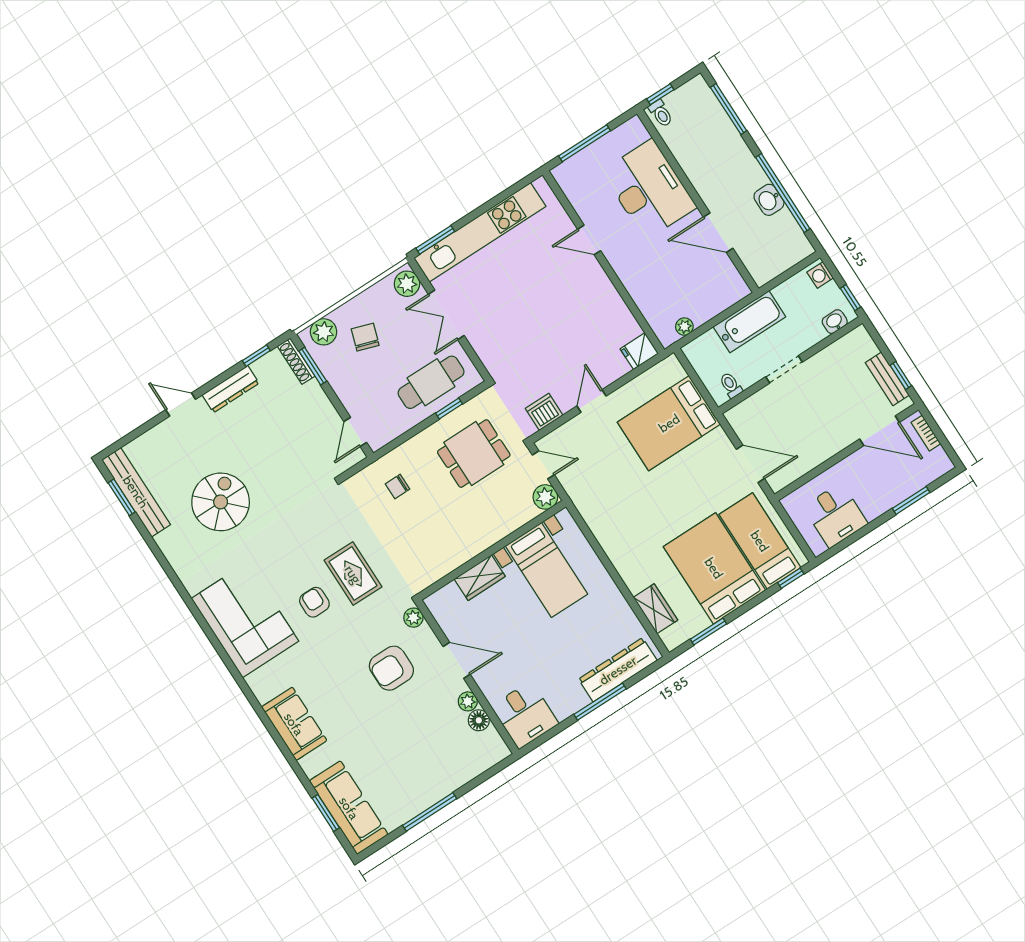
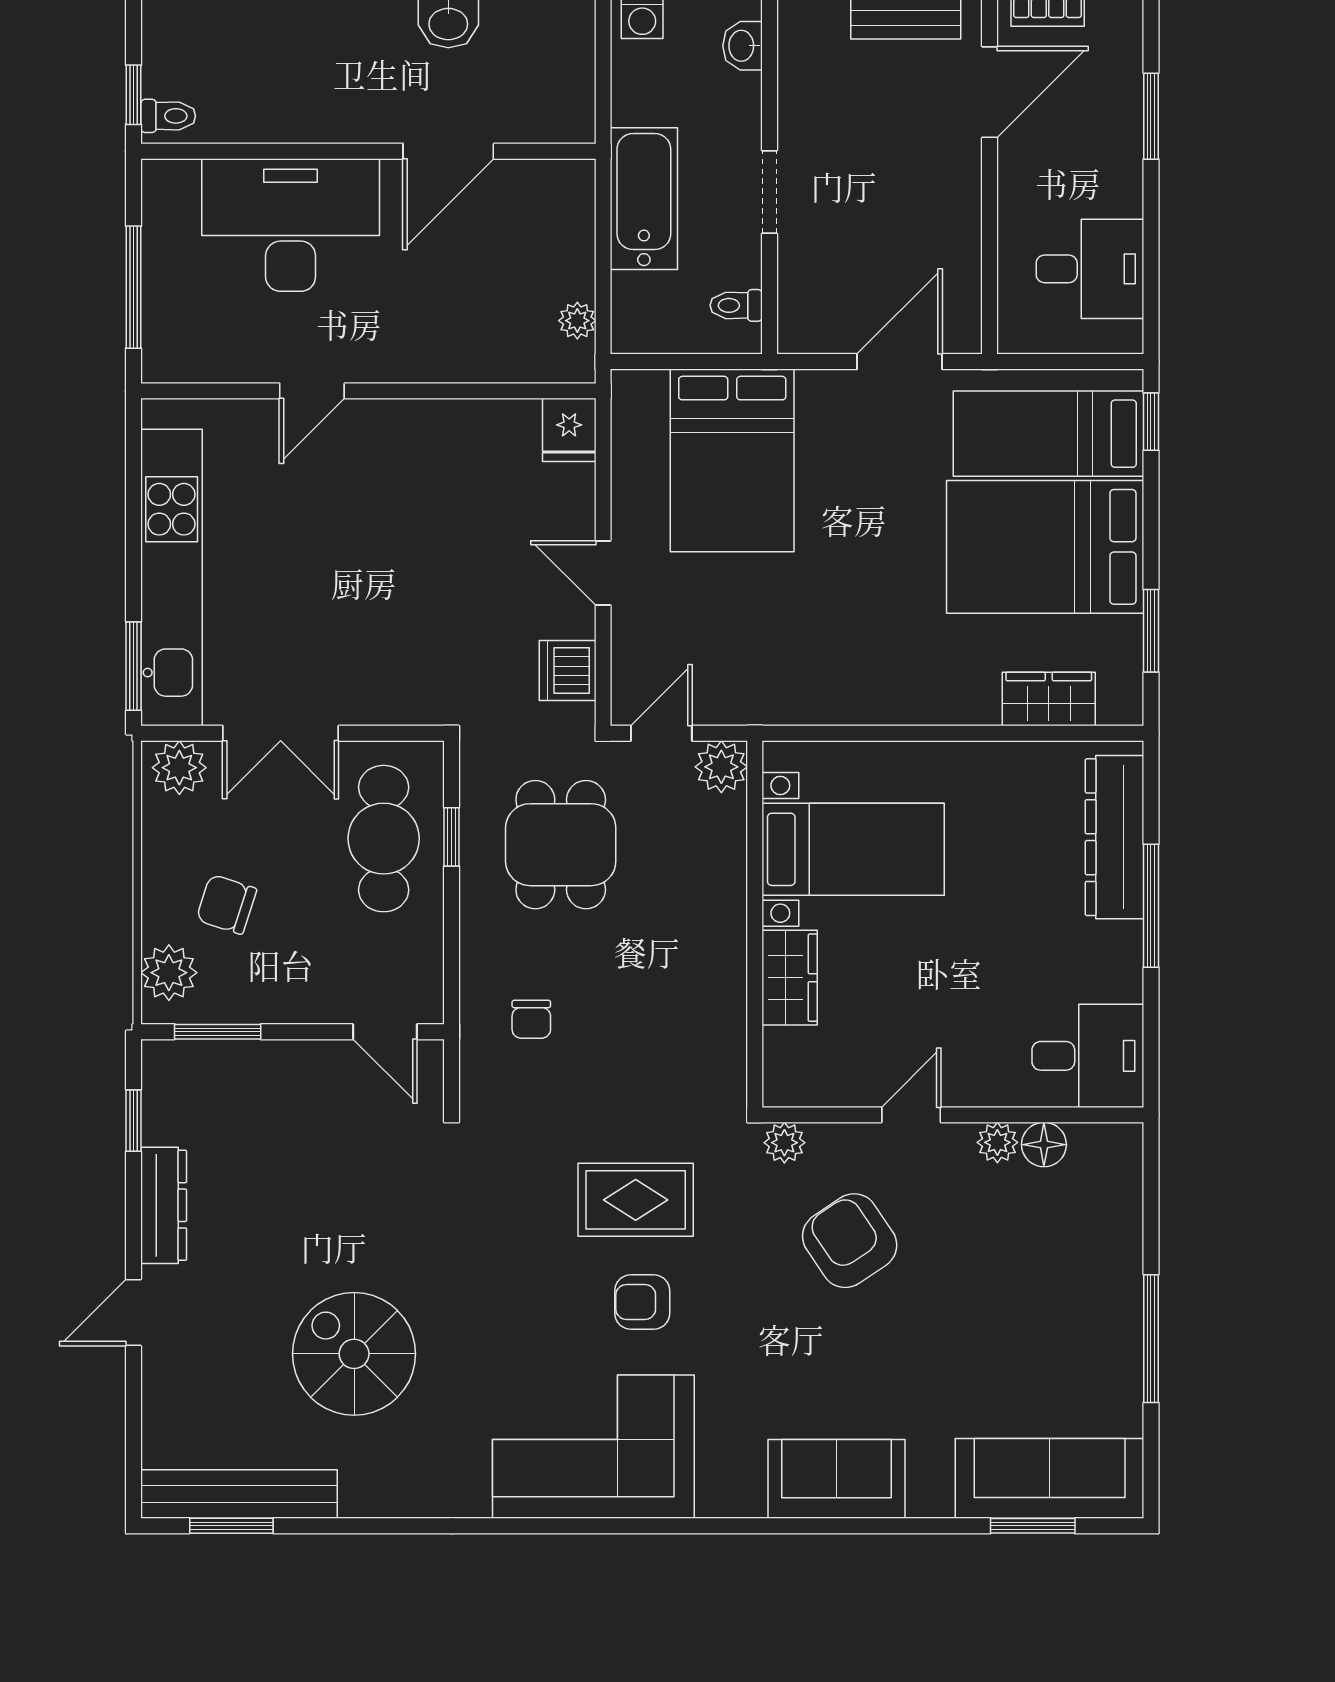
shoe rack: (296, 361) -> (189, 1056), removed
door: (457, 660) -> (911, 1115), width x0.73
armchair: (391, 668) -> (850, 1241), turned 146

